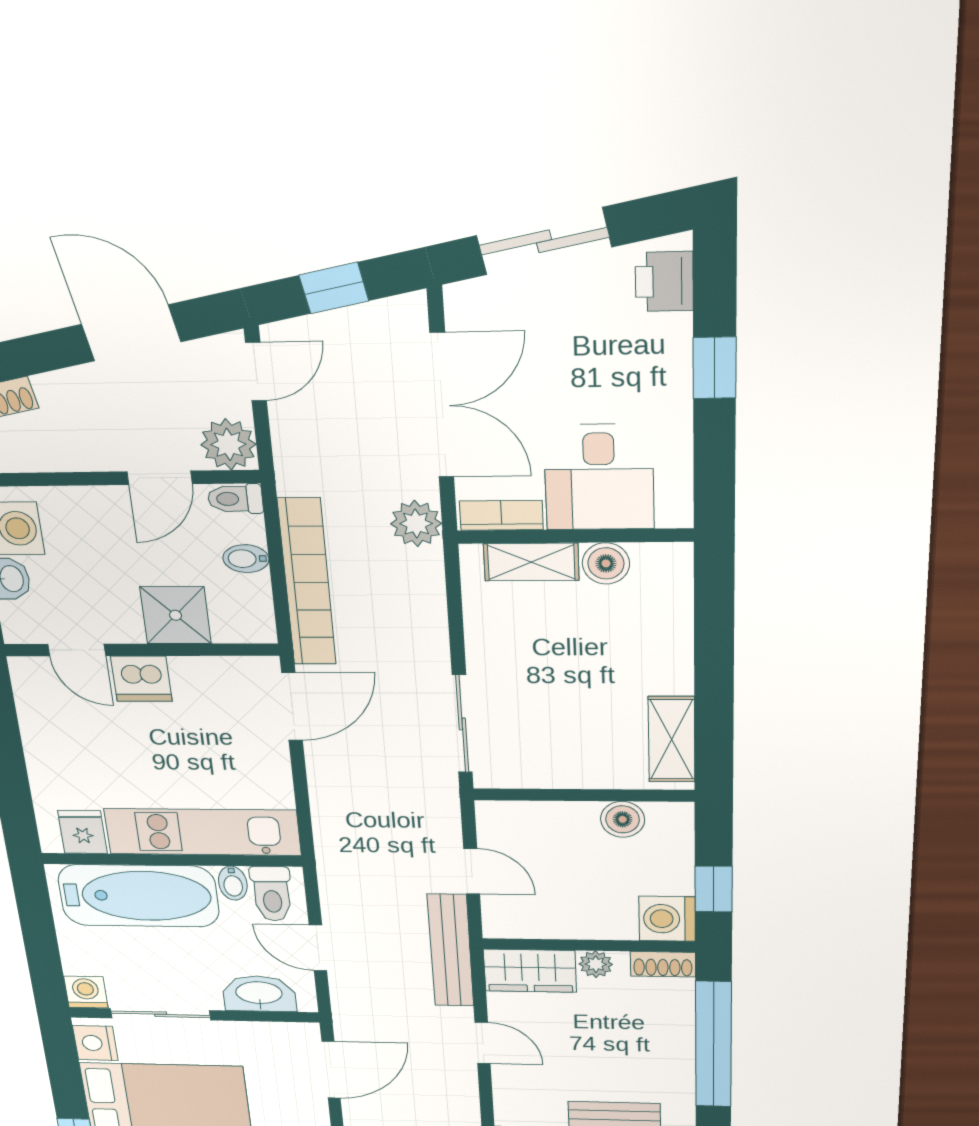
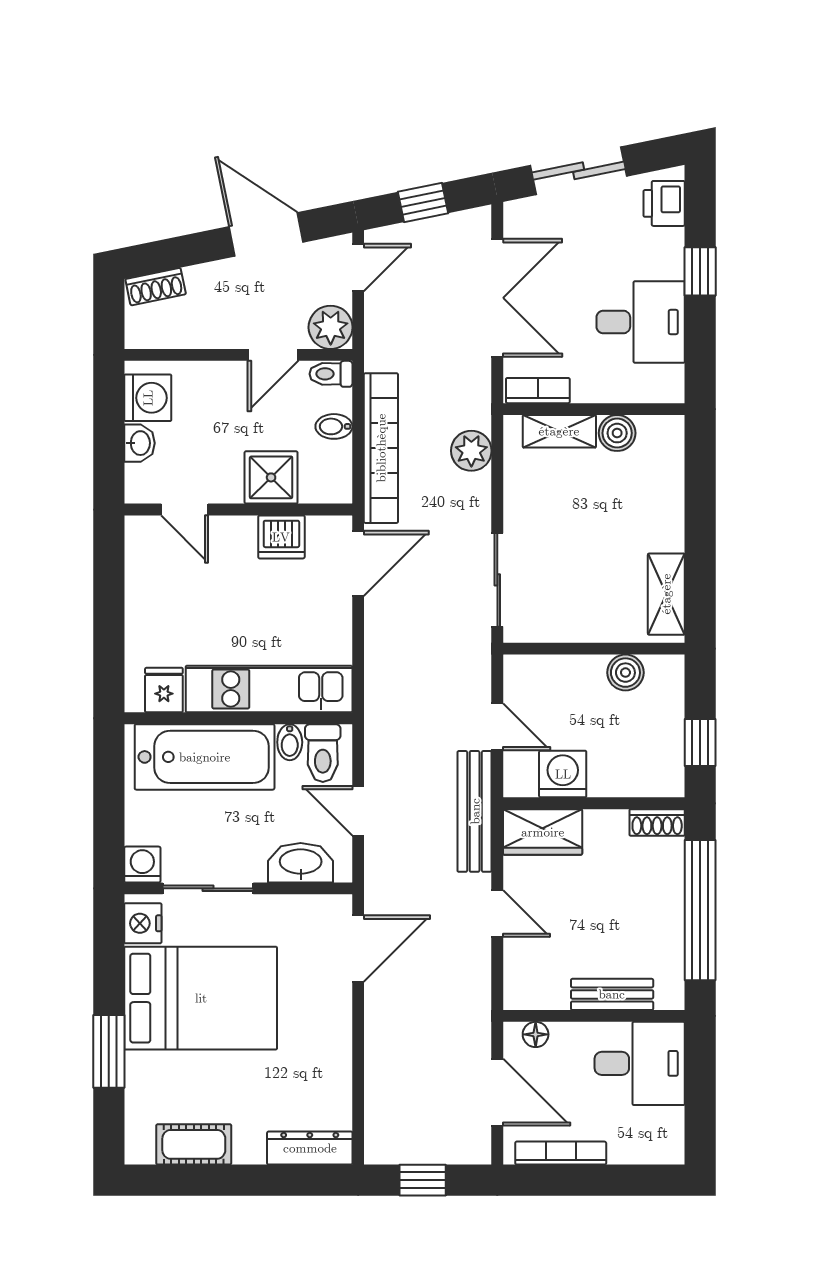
desk: (599, 477) -> (641, 322), moved, turned -90
plant: (416, 524) -> (471, 451), moved
dishwasher: (141, 679) -> (281, 537), moved
washing machine: (667, 919) -> (563, 774), moved, turned 90
plant: (596, 964) -> (600, 824), removed

